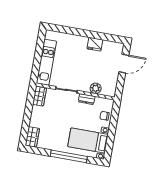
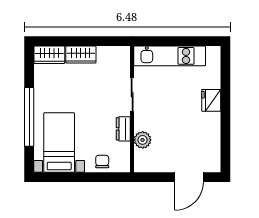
fridge: (95, 44) -> (211, 100), moved
door: (124, 64) -> (189, 177), hinge flipped
wardrobe: (39, 96) -> (81, 55), moved

